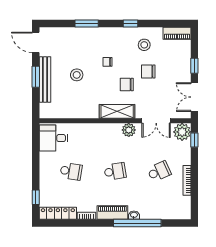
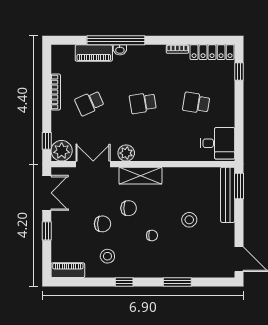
window: (36, 77) -> (239, 186), moved
bench: (45, 79) -> (228, 195), moved
piano: (112, 213) -> (94, 53), moved

